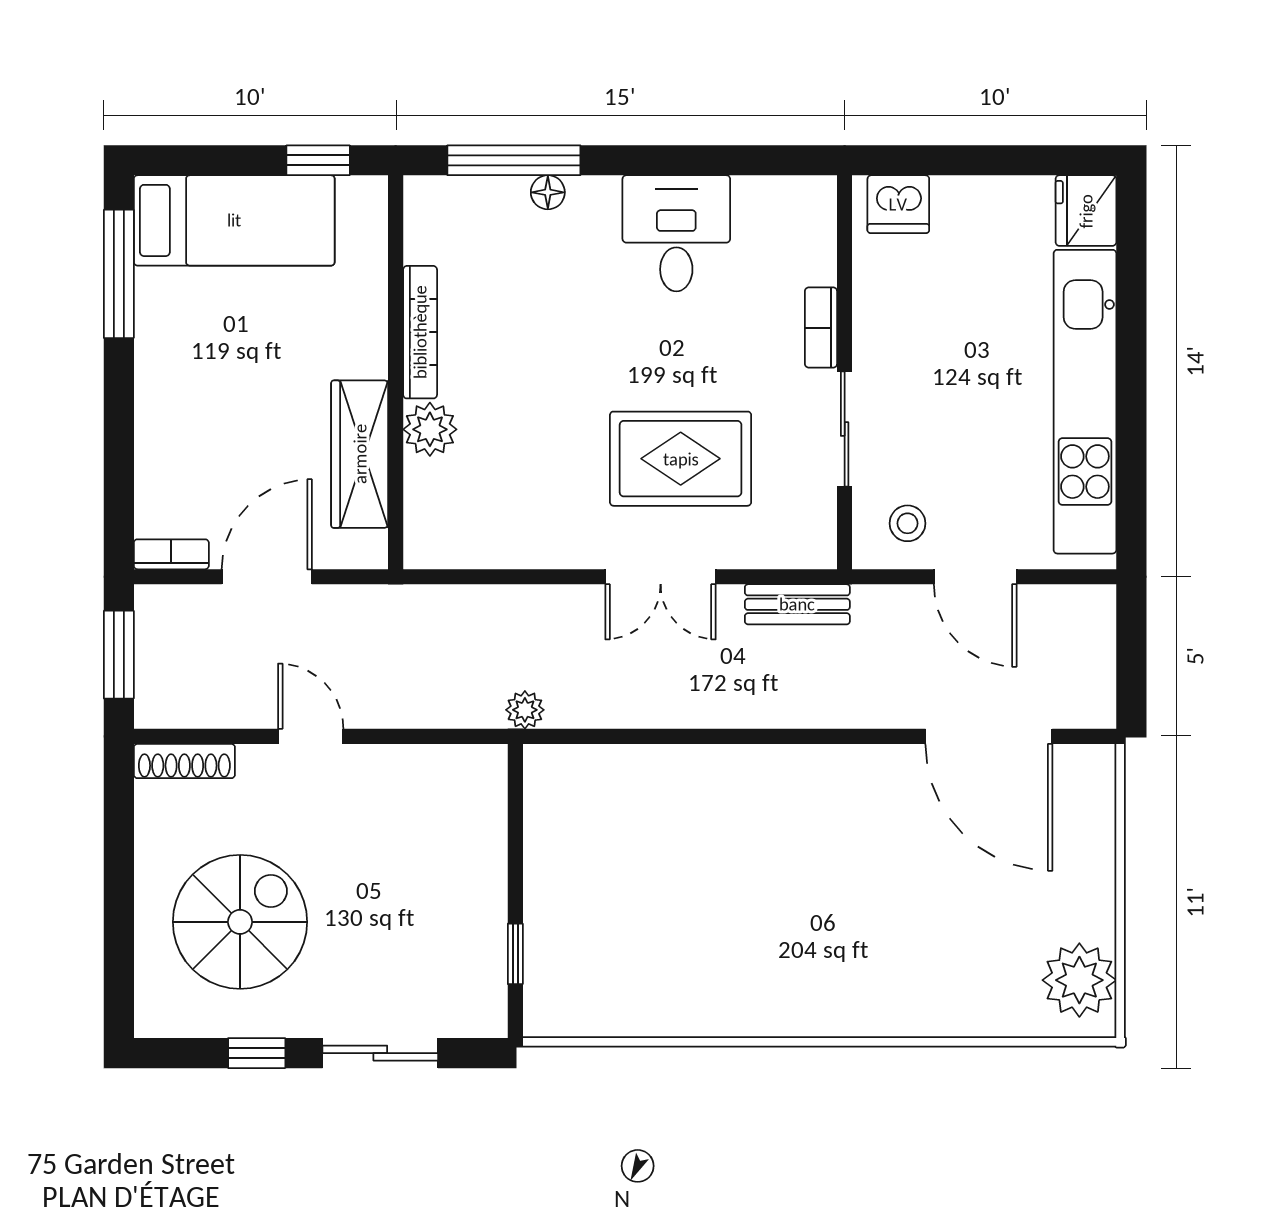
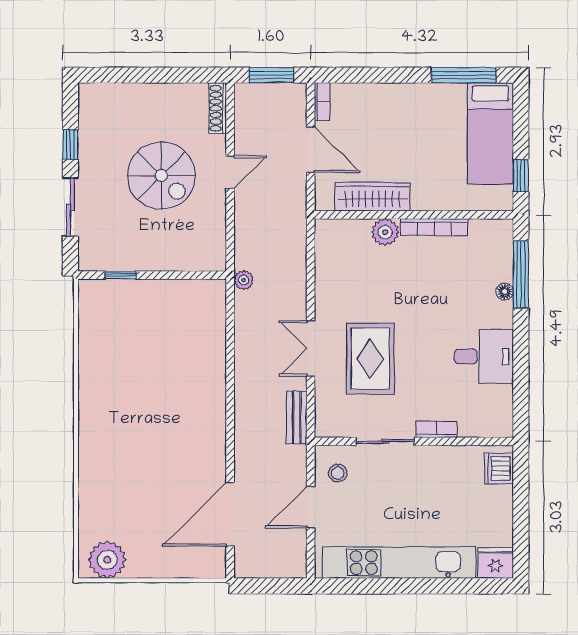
spiral stairs: (240, 922) -> (161, 176), moved

